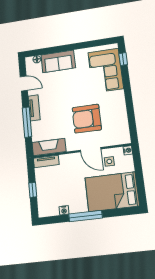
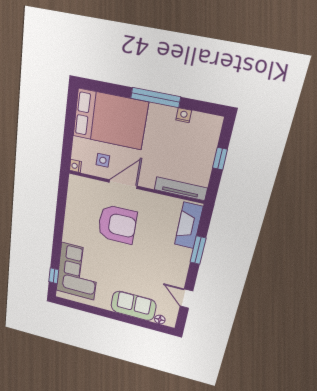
tv unit: (34, 108) -> (182, 264), removed
window: (27, 122) -> (198, 250), width x0.69
fireplace: (49, 147) -> (189, 226), moved, turned 90
door: (91, 150) -> (123, 184), hinge flipped
tv unit: (46, 161) -> (181, 189), width x1.41

